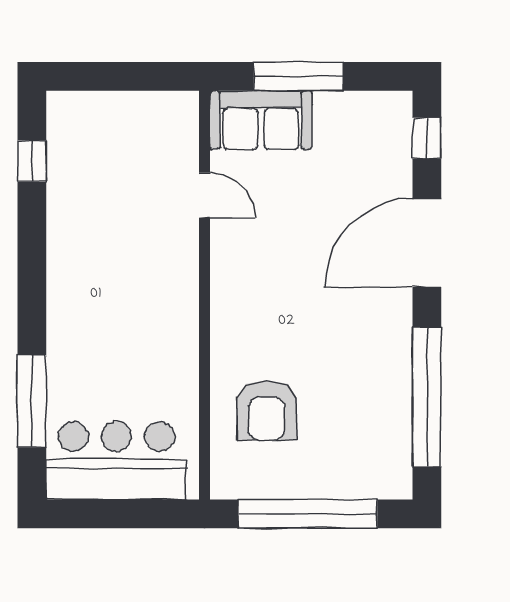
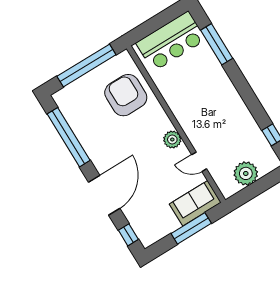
plant: (128, 118) -> (246, 173), added
plant: (230, 270) -> (172, 139), added
armchair: (267, 410) -> (126, 95), width x1.36, depth x1.36

